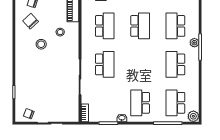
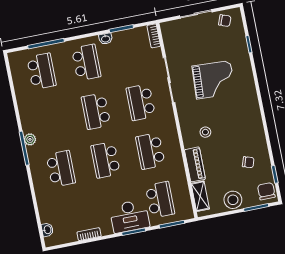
chair: (31, 21) -> (246, 139), removed
plant: (194, 43) -> (30, 139), moved
stool: (41, 44) -> (226, 112), removed
school desk: (175, 64) -> (96, 111), moved, turned 180
grand piano: (46, 70) -> (213, 80), added
plant: (193, 116) -> (15, 59), removed

